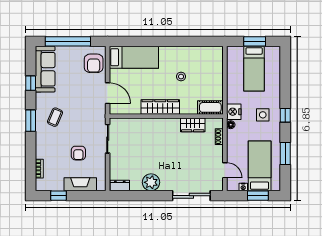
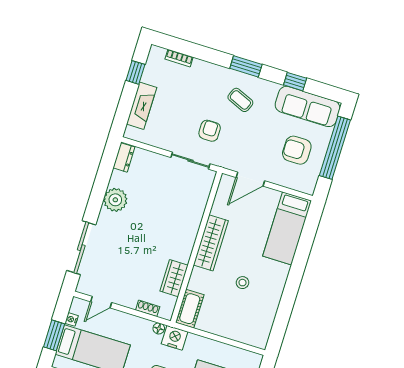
armchair: (94, 63) -> (297, 150), moved
armchair: (78, 153) -> (210, 131), moved, turned 90

